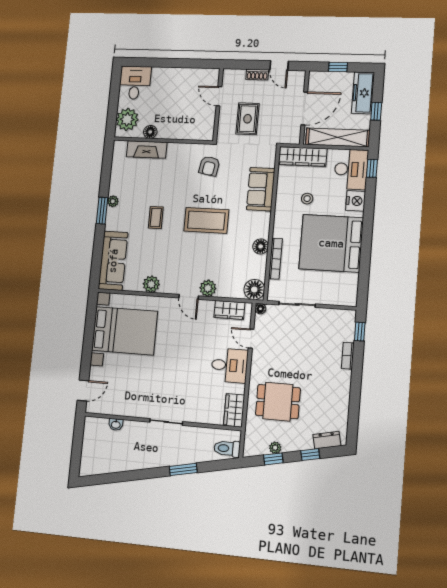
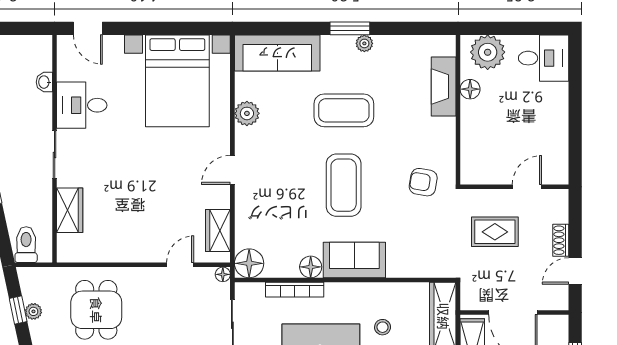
sofa: (261, 189) -> (354, 260), moved
coffee table: (156, 218) -> (344, 110), width x1.86, depth x1.72
plant: (208, 288) -> (247, 197), removed
desk: (229, 365) -> (82, 105), moved, turned 90
wardrobe: (234, 410) -> (70, 210), moved, turned 90

